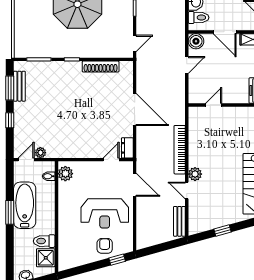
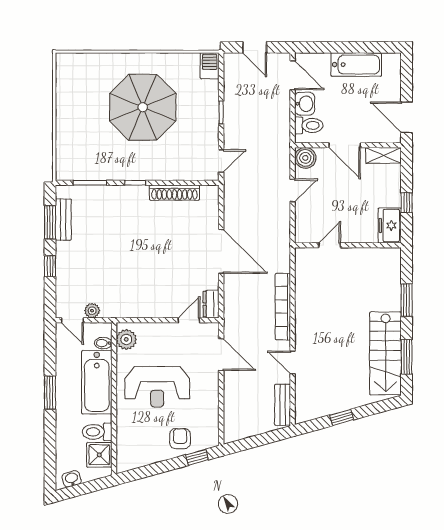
door: (26, 160) -> (72, 320), swing flipped
plant: (195, 174) -> (304, 340), removed
bathtub: (25, 205) -> (97, 382), moved, turned 180
reception desk: (105, 213) -> (157, 387), moved

